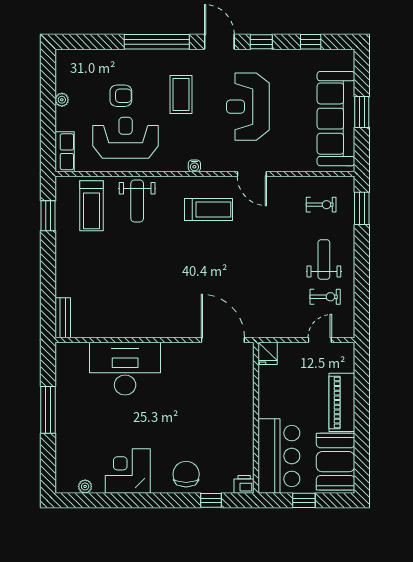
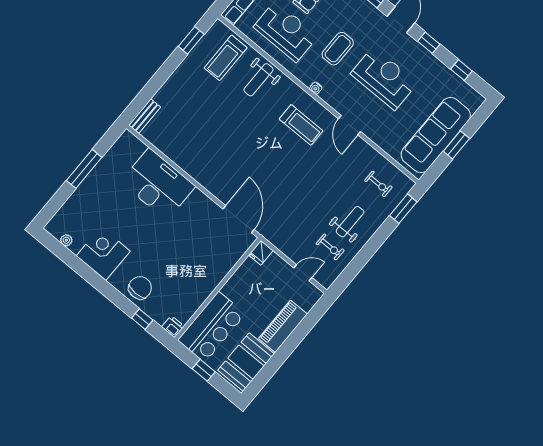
coffee table: (181, 94) -> (338, 49), moved
reception desk: (248, 107) -> (384, 78), turned 90

